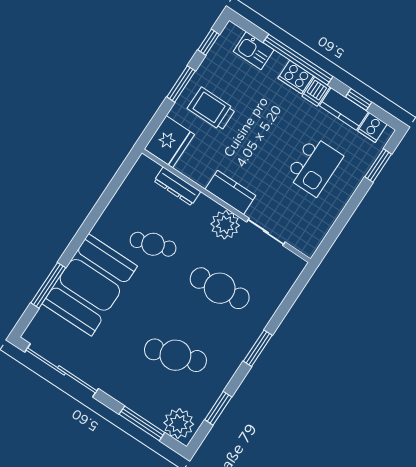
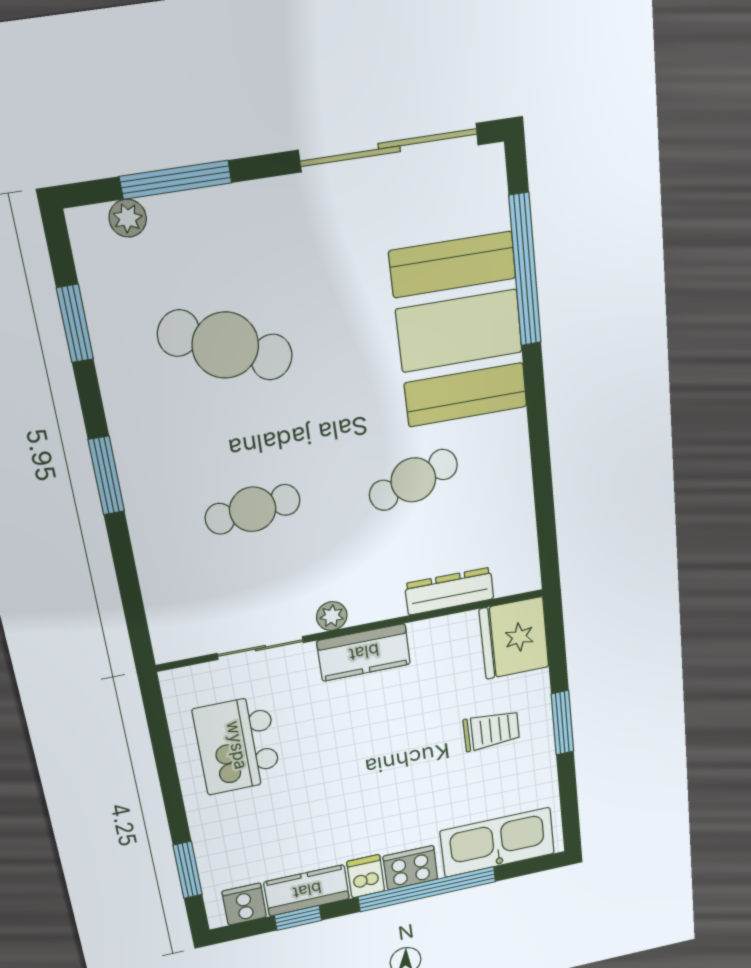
window: (209, 42) -> (569, 803), removed
kitchen sink: (254, 51) -> (497, 842), width x1.88, depth x1.24
trolley: (211, 109) -> (491, 730), width x0.73, depth x0.72
kitchen island: (314, 166) -> (237, 745), moved
plant: (225, 225) -> (332, 616), width x0.53, depth x0.53
window: (48, 285) -> (525, 270), width x1.46
cafe table: (220, 288) -> (253, 509), width x0.73, depth x0.74
cafe table: (175, 355) -> (225, 345), turned 42
plant: (179, 424) -> (128, 218), width x0.53, depth x0.53

